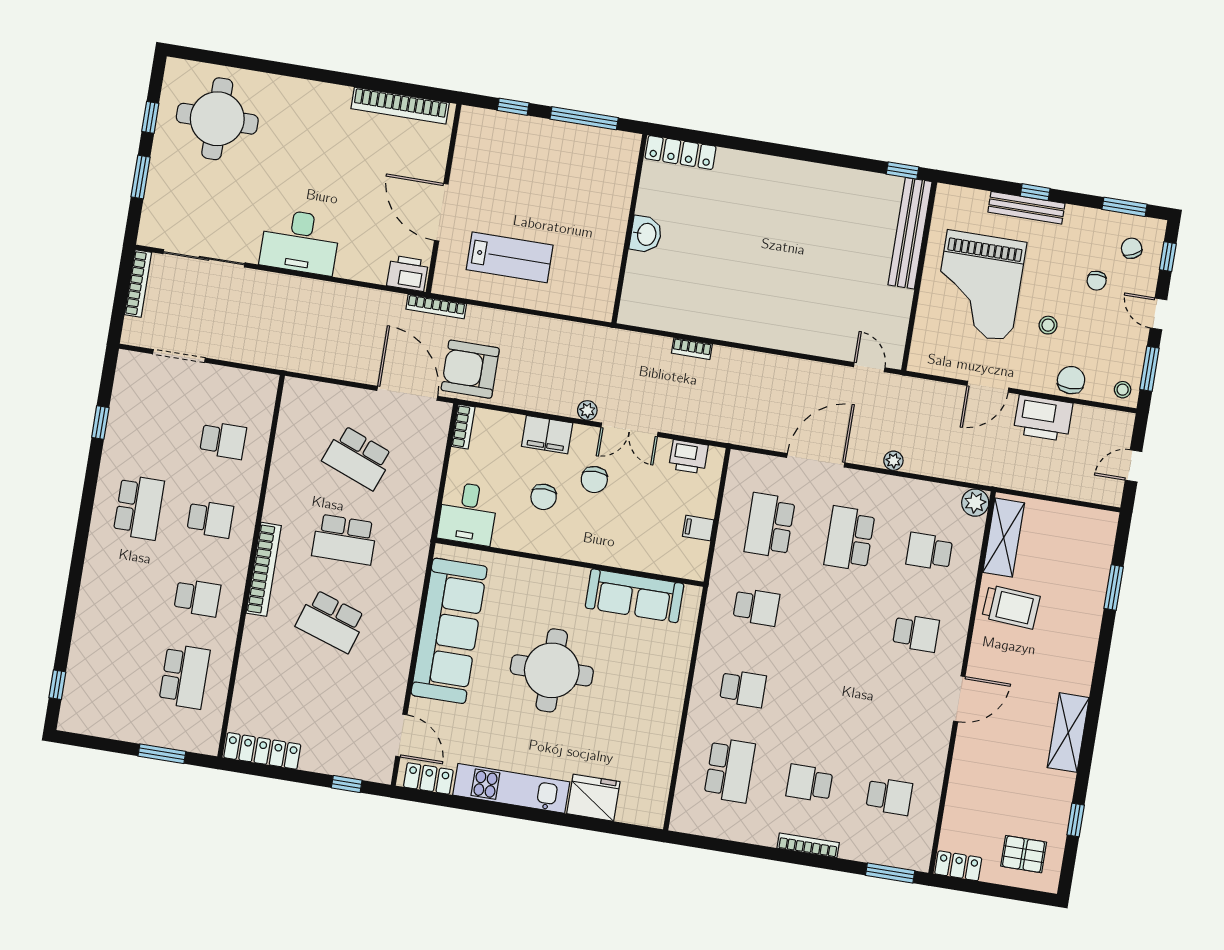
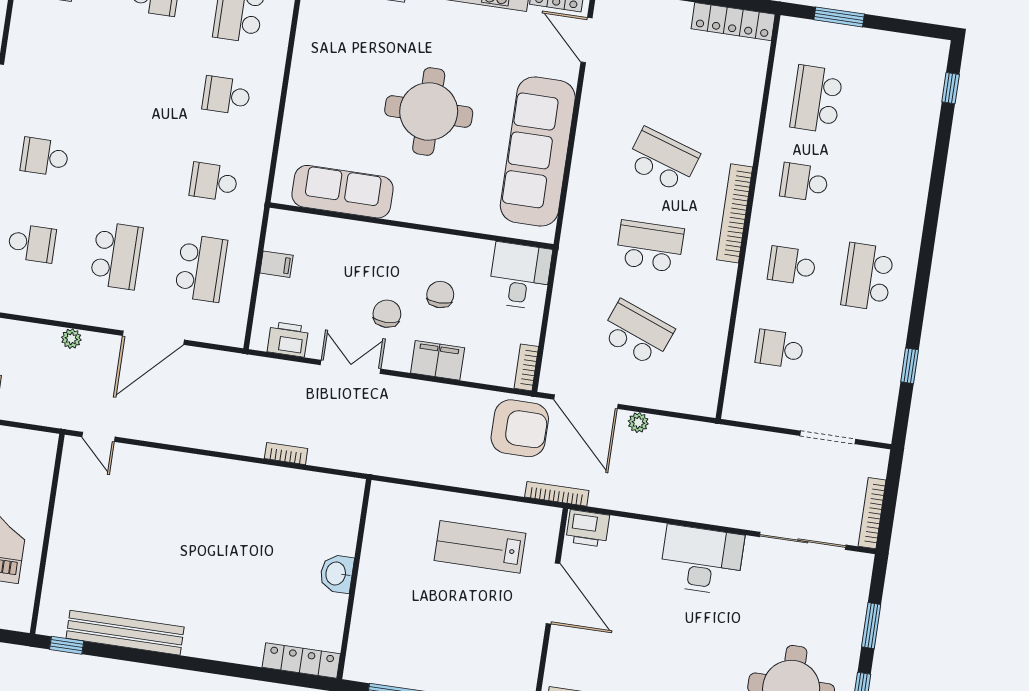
bench: (910, 233) -> (125, 633), moved, turned 90
plant: (587, 410) -> (638, 422), moved

